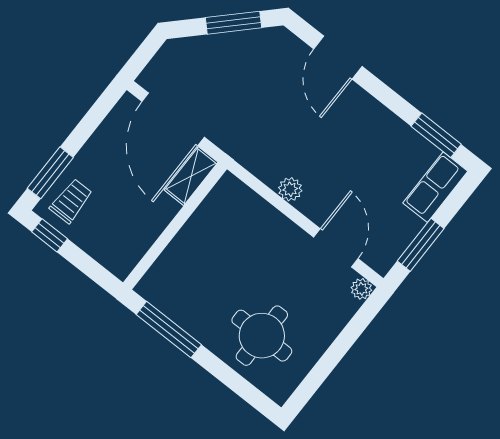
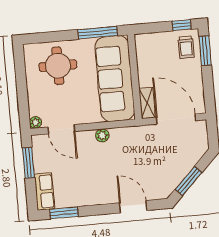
sofa: (203, 248) -> (115, 79), added

